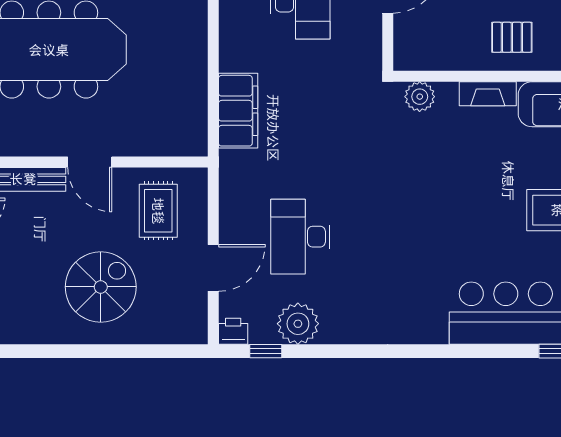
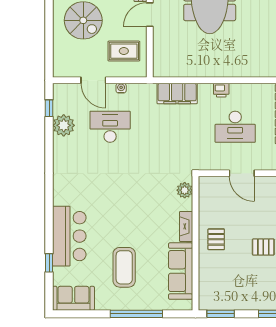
water cooler: (228, 216) -> (121, 88), added
printer: (233, 331) -> (221, 90), moved, turned 90

